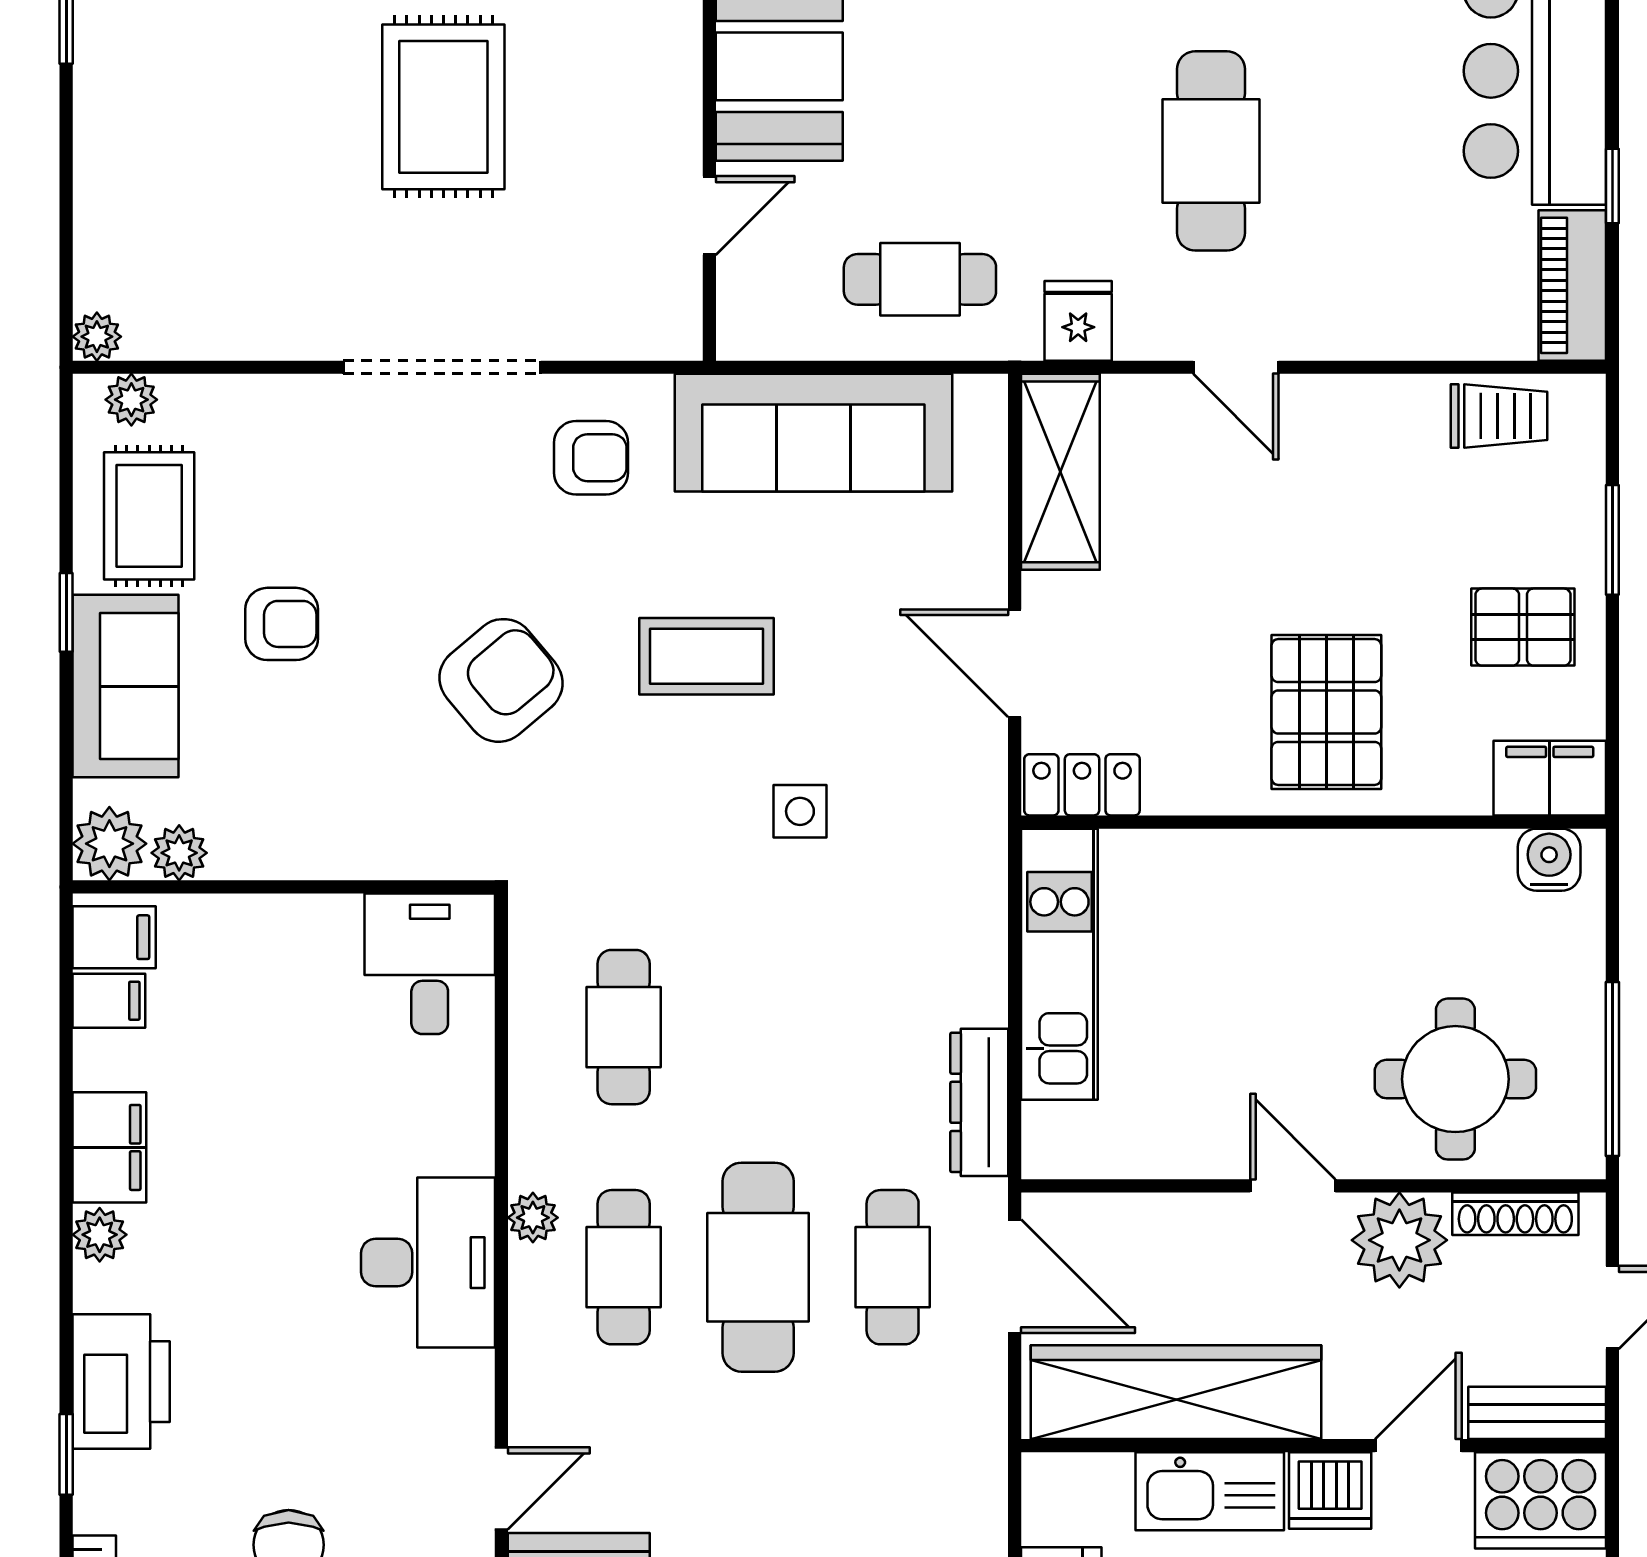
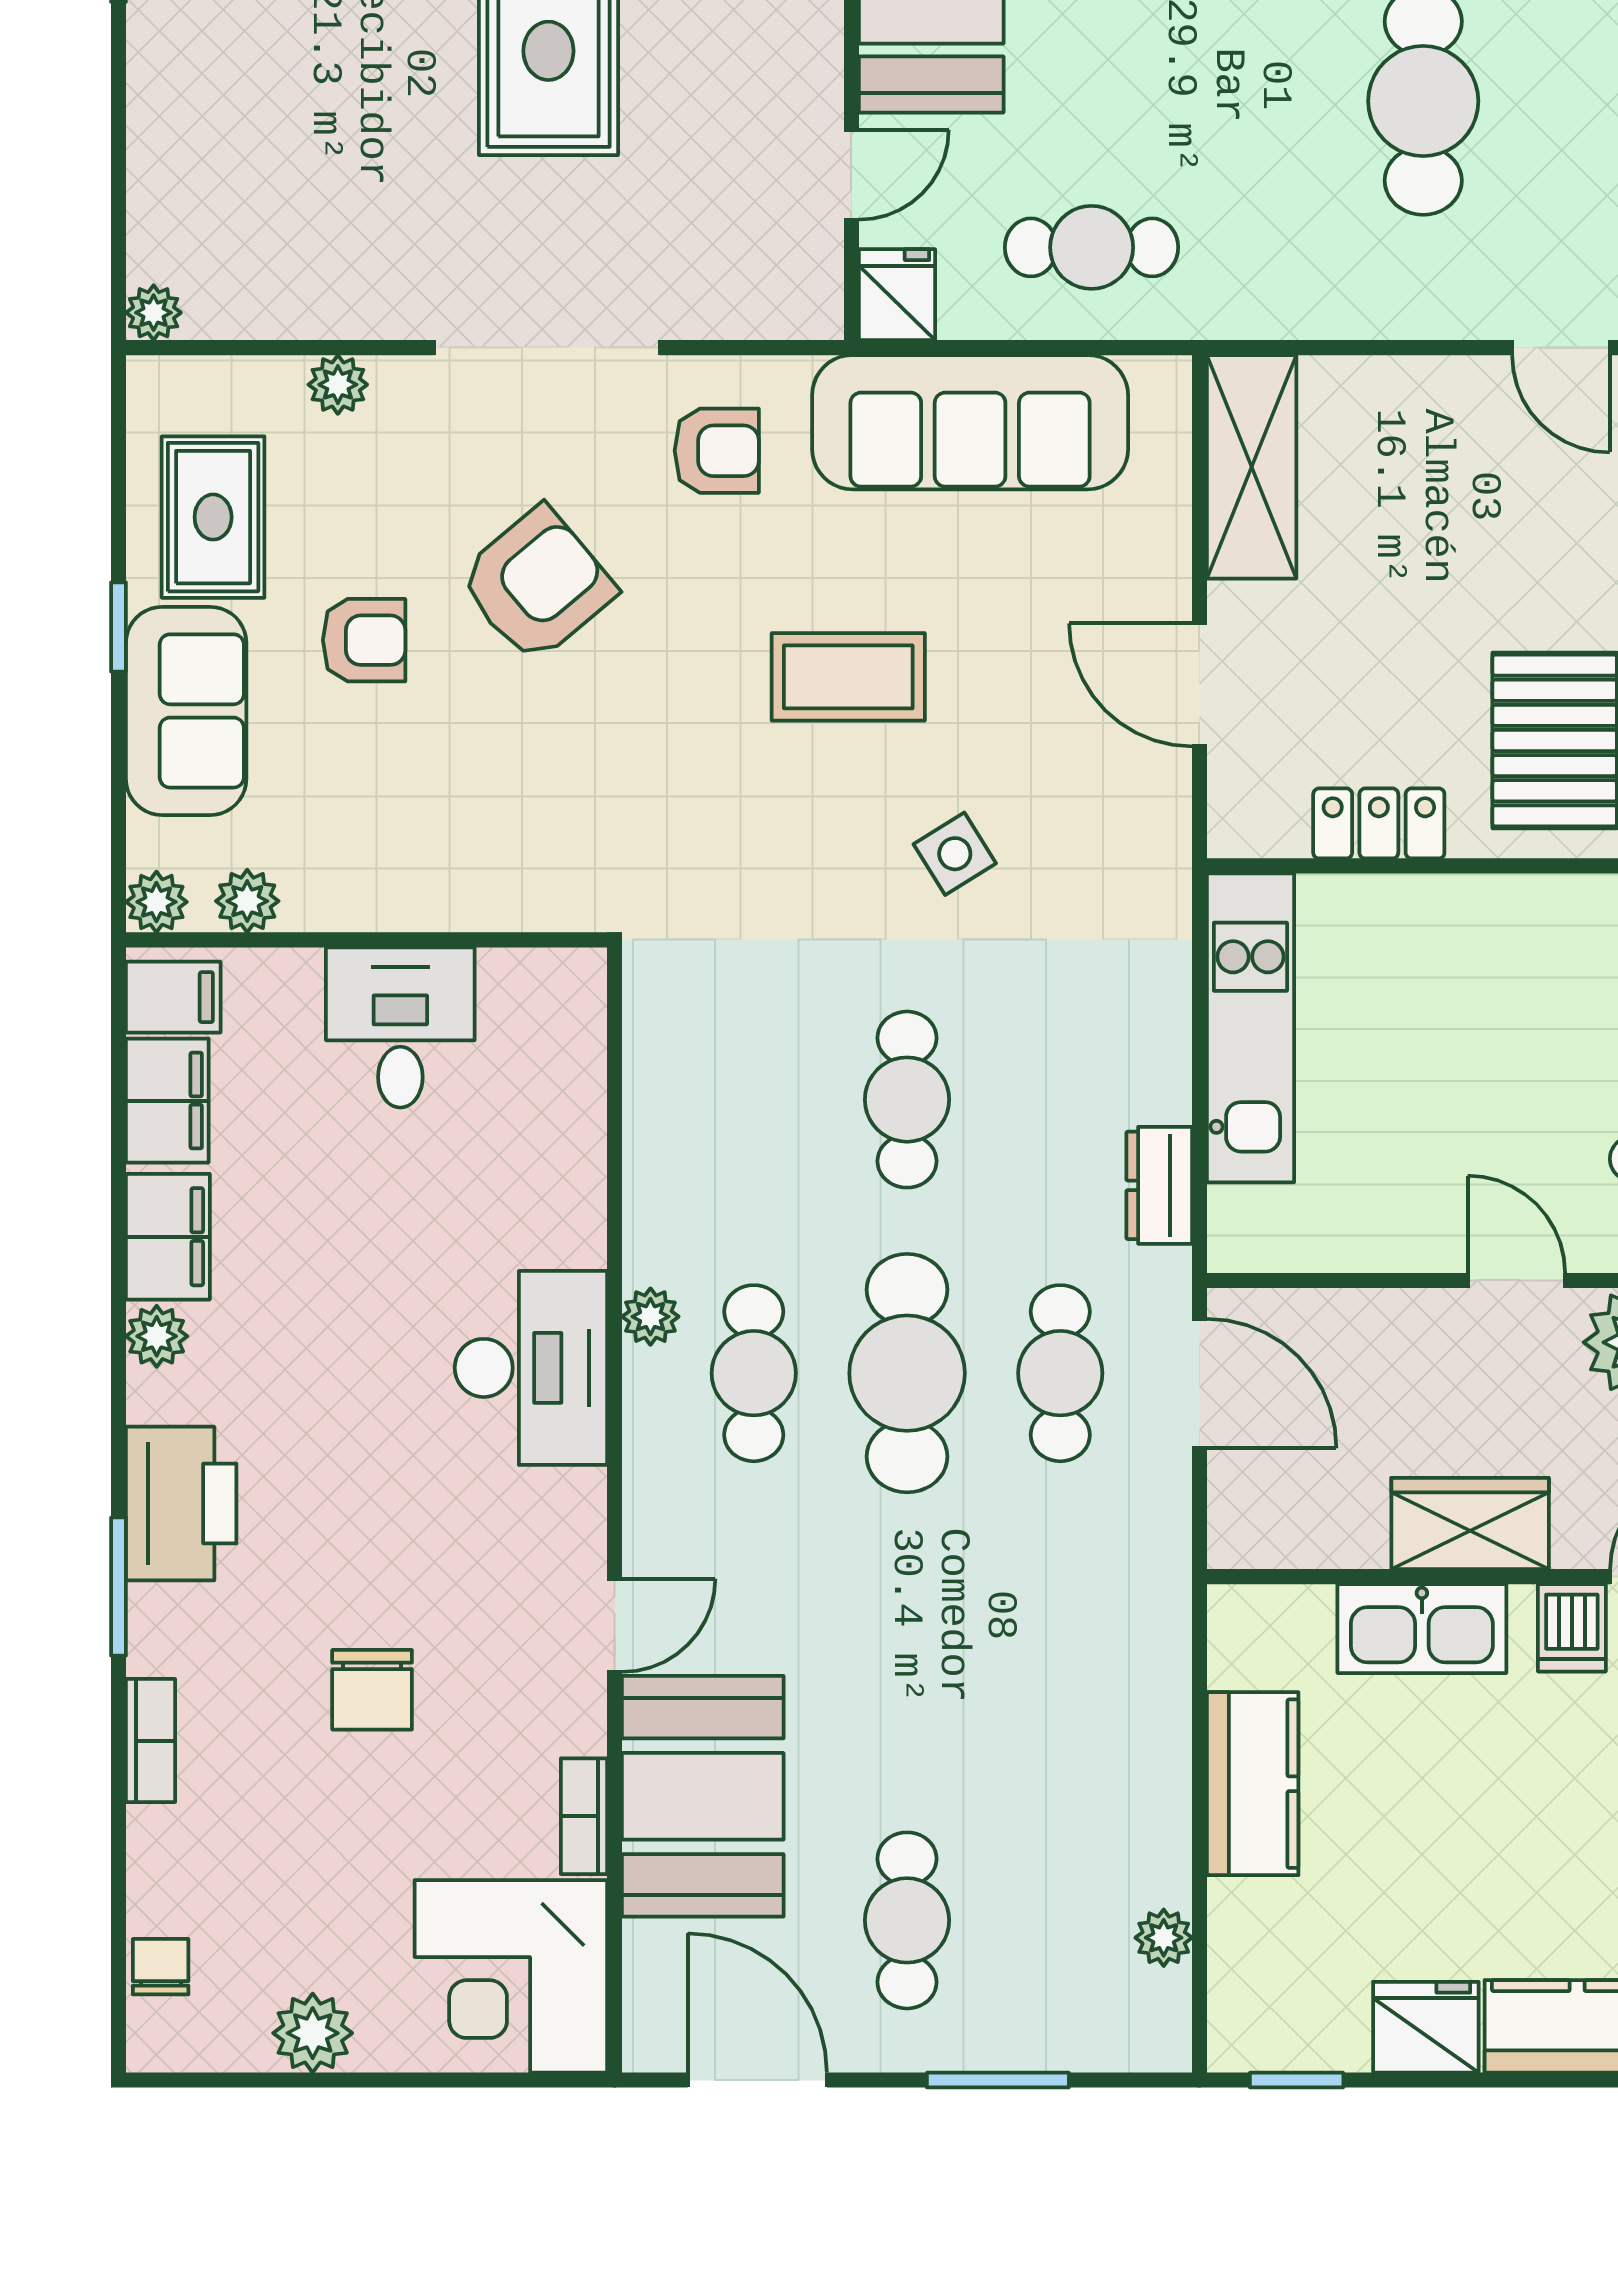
fridge: (1078, 321) -> (897, 295), moved
door: (1236, 367) -> (1561, 348), moved
plant: (131, 400) -> (338, 385), moved
armchair: (501, 680) -> (537, 584), moved
locker: (1082, 785) -> (1379, 823), moved
side table: (800, 811) -> (955, 854), turned -32
plant: (109, 844) -> (156, 902), width x0.73, depth x0.73
desk: (430, 964) -> (400, 1027), moved
filing cabinet: (109, 1001) -> (167, 1101), width x2.00
cafe table: (624, 1027) -> (907, 1100), moved
dresser: (979, 1102) -> (1159, 1185), width x0.70
wardrobe: (1176, 1392) -> (1470, 1524), width x0.48, depth x0.85
window: (66, 1454) -> (119, 1587), width x1.50
dishwasher: (1330, 1491) -> (1572, 1628), width x0.73

